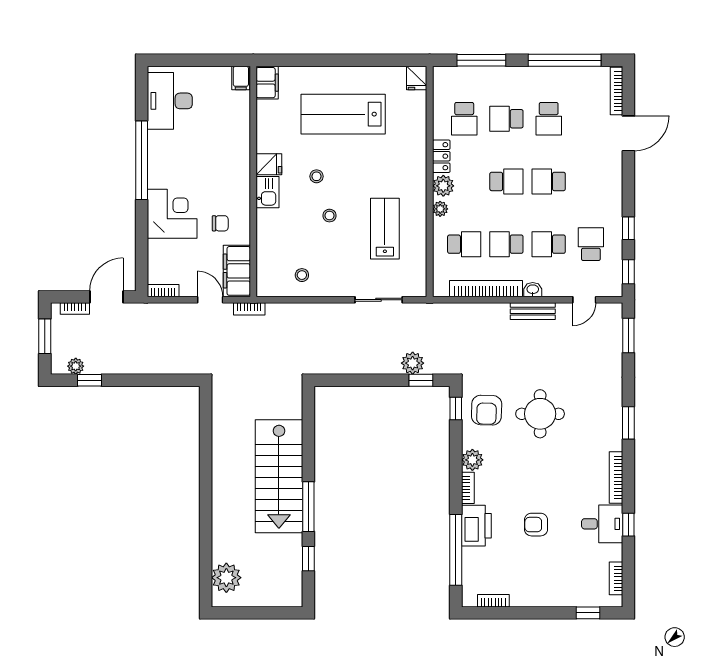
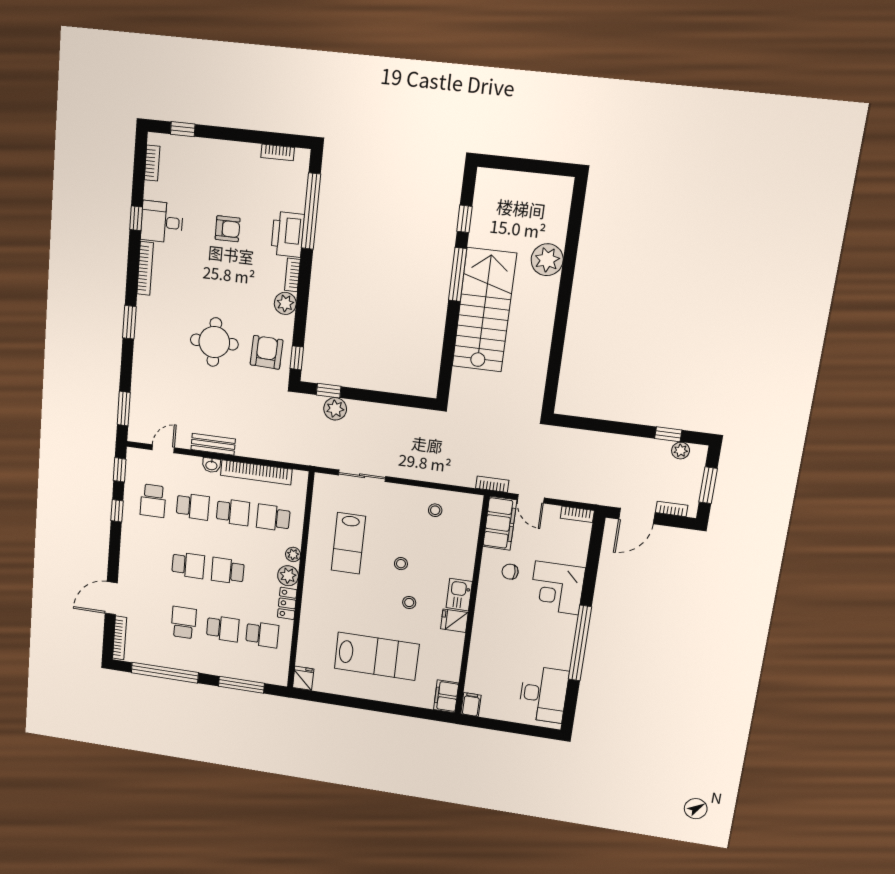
school desk: (464, 119) -> (262, 634), turned 90
plant: (226, 578) -> (547, 260), moved

